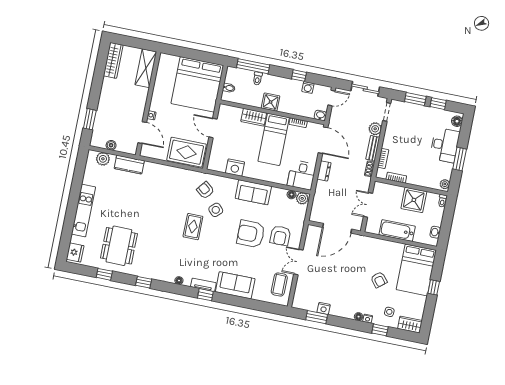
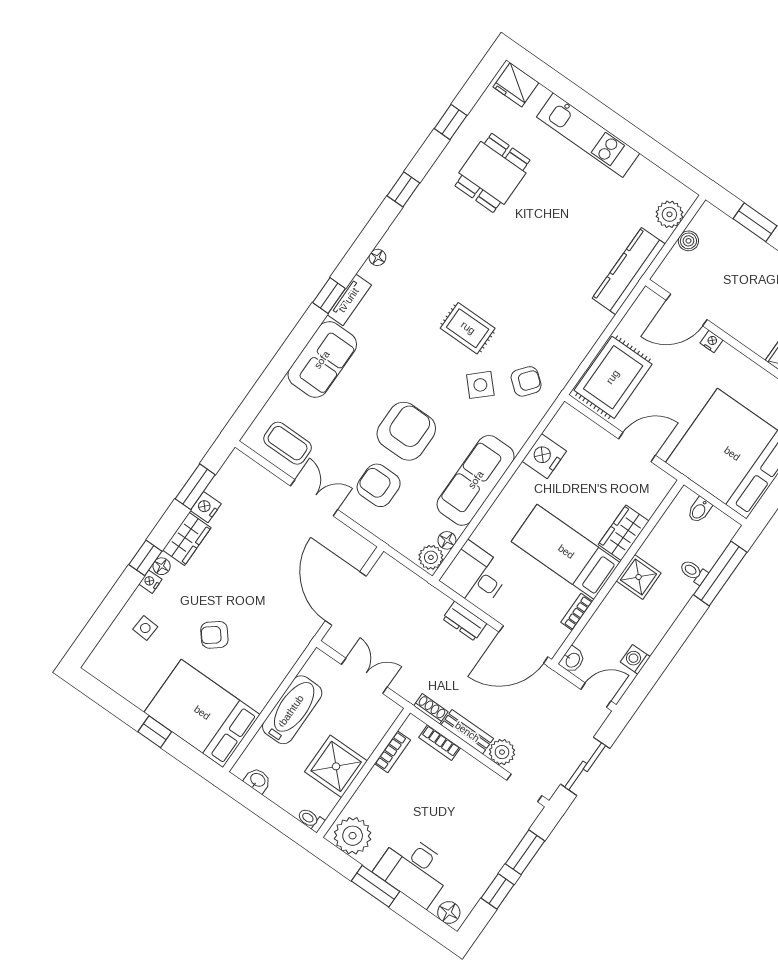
window: (299, 76) -> (665, 652), removed
door: (331, 98) -> (596, 695), swing flipped
kitchen counter: (129, 165) -> (629, 271), width x1.50
plant: (445, 184) -> (353, 836), width x1.88, depth x1.88
sofa: (253, 192) -> (476, 480), width x1.36
dining table: (119, 246) -> (492, 173), width x0.73
wardrobe: (410, 325) -> (187, 539), moved
window: (380, 330) -> (145, 558), moved

